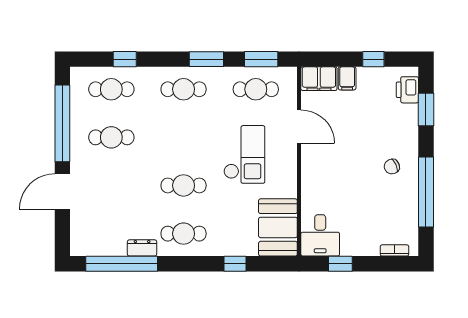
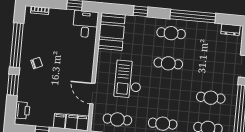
window: (426, 110) -> (13, 85), moved
dresser: (142, 248) -> (230, 30), moved
window: (122, 264) -> (193, 16), moved

